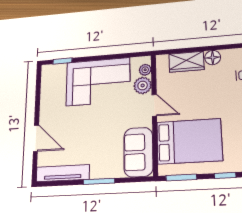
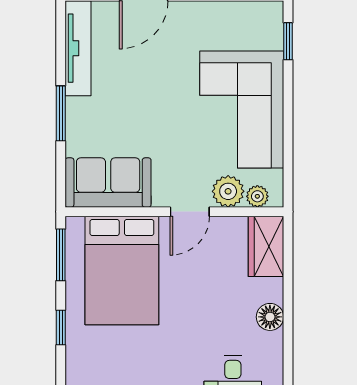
wardrobe: (186, 62) -> (266, 246), moved

